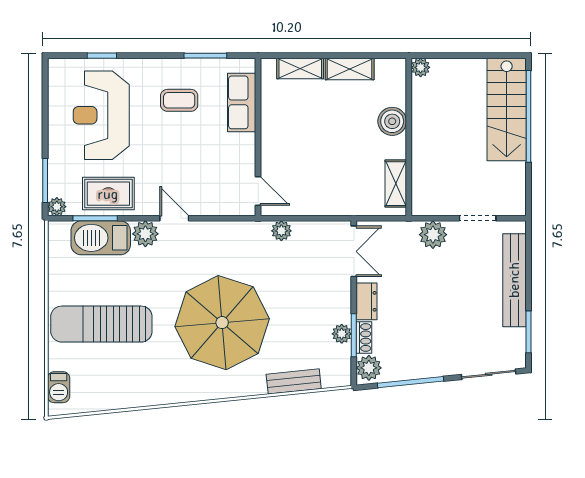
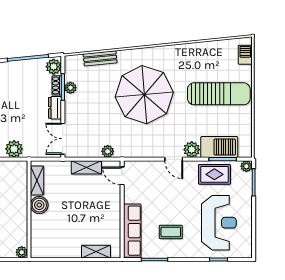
shelving: (350, 69) -> (86, 167), moved
row of seats: (242, 102) -> (132, 231), width x1.48
boiler: (392, 121) -> (39, 205), moved

